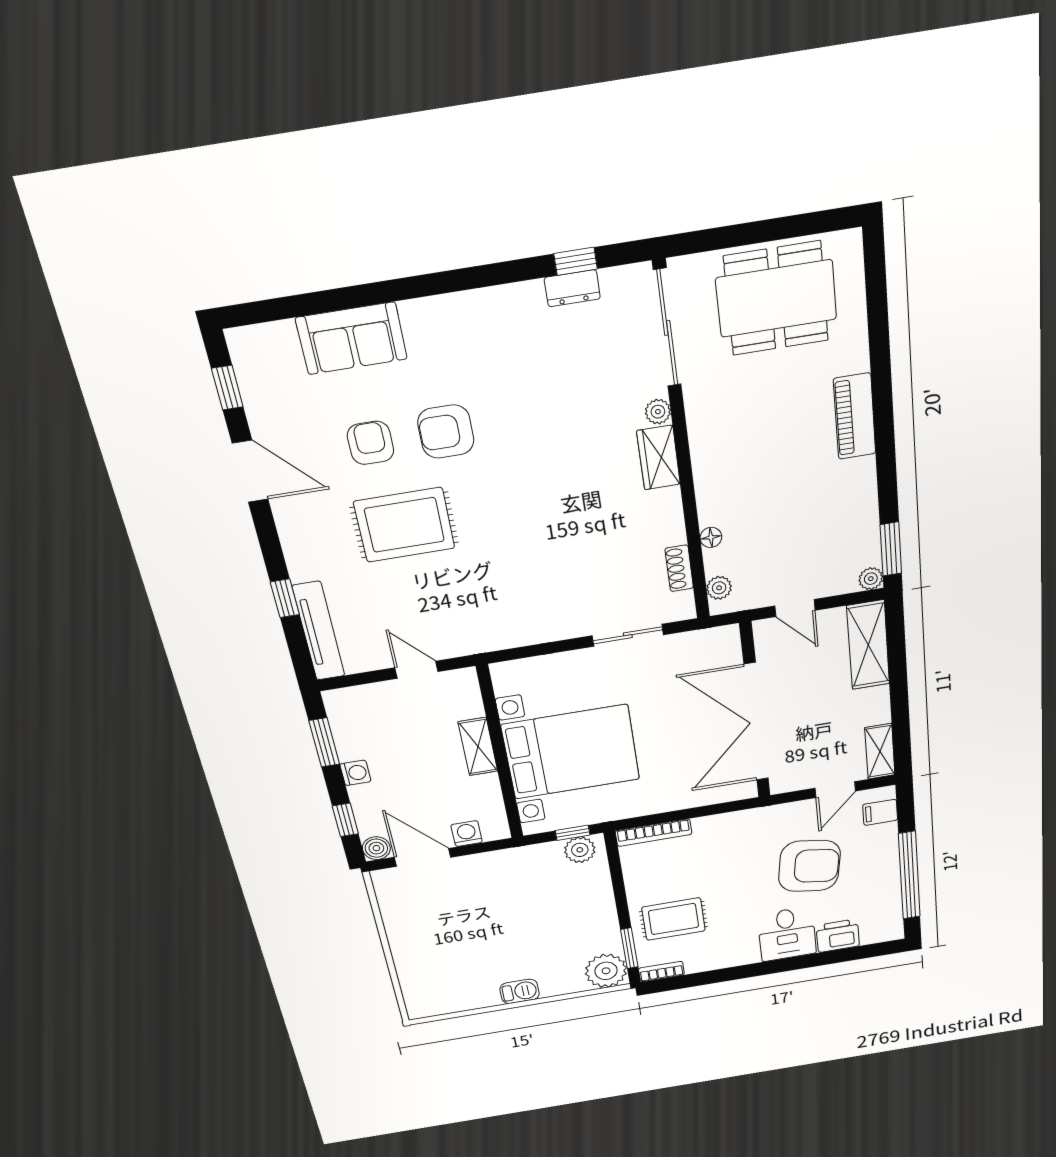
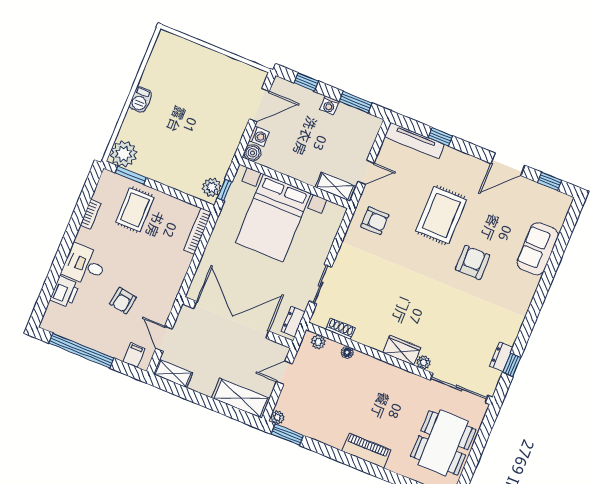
armchair: (371, 443) -> (375, 221), moved
dresser: (709, 640) -> (293, 322), added
shelving: (478, 747) -> (335, 187), moved
boiler: (376, 848) -> (252, 153), moved
armchair: (809, 866) -> (123, 301), width x0.53, depth x0.53
bookcase: (661, 972) -> (91, 214), moved

